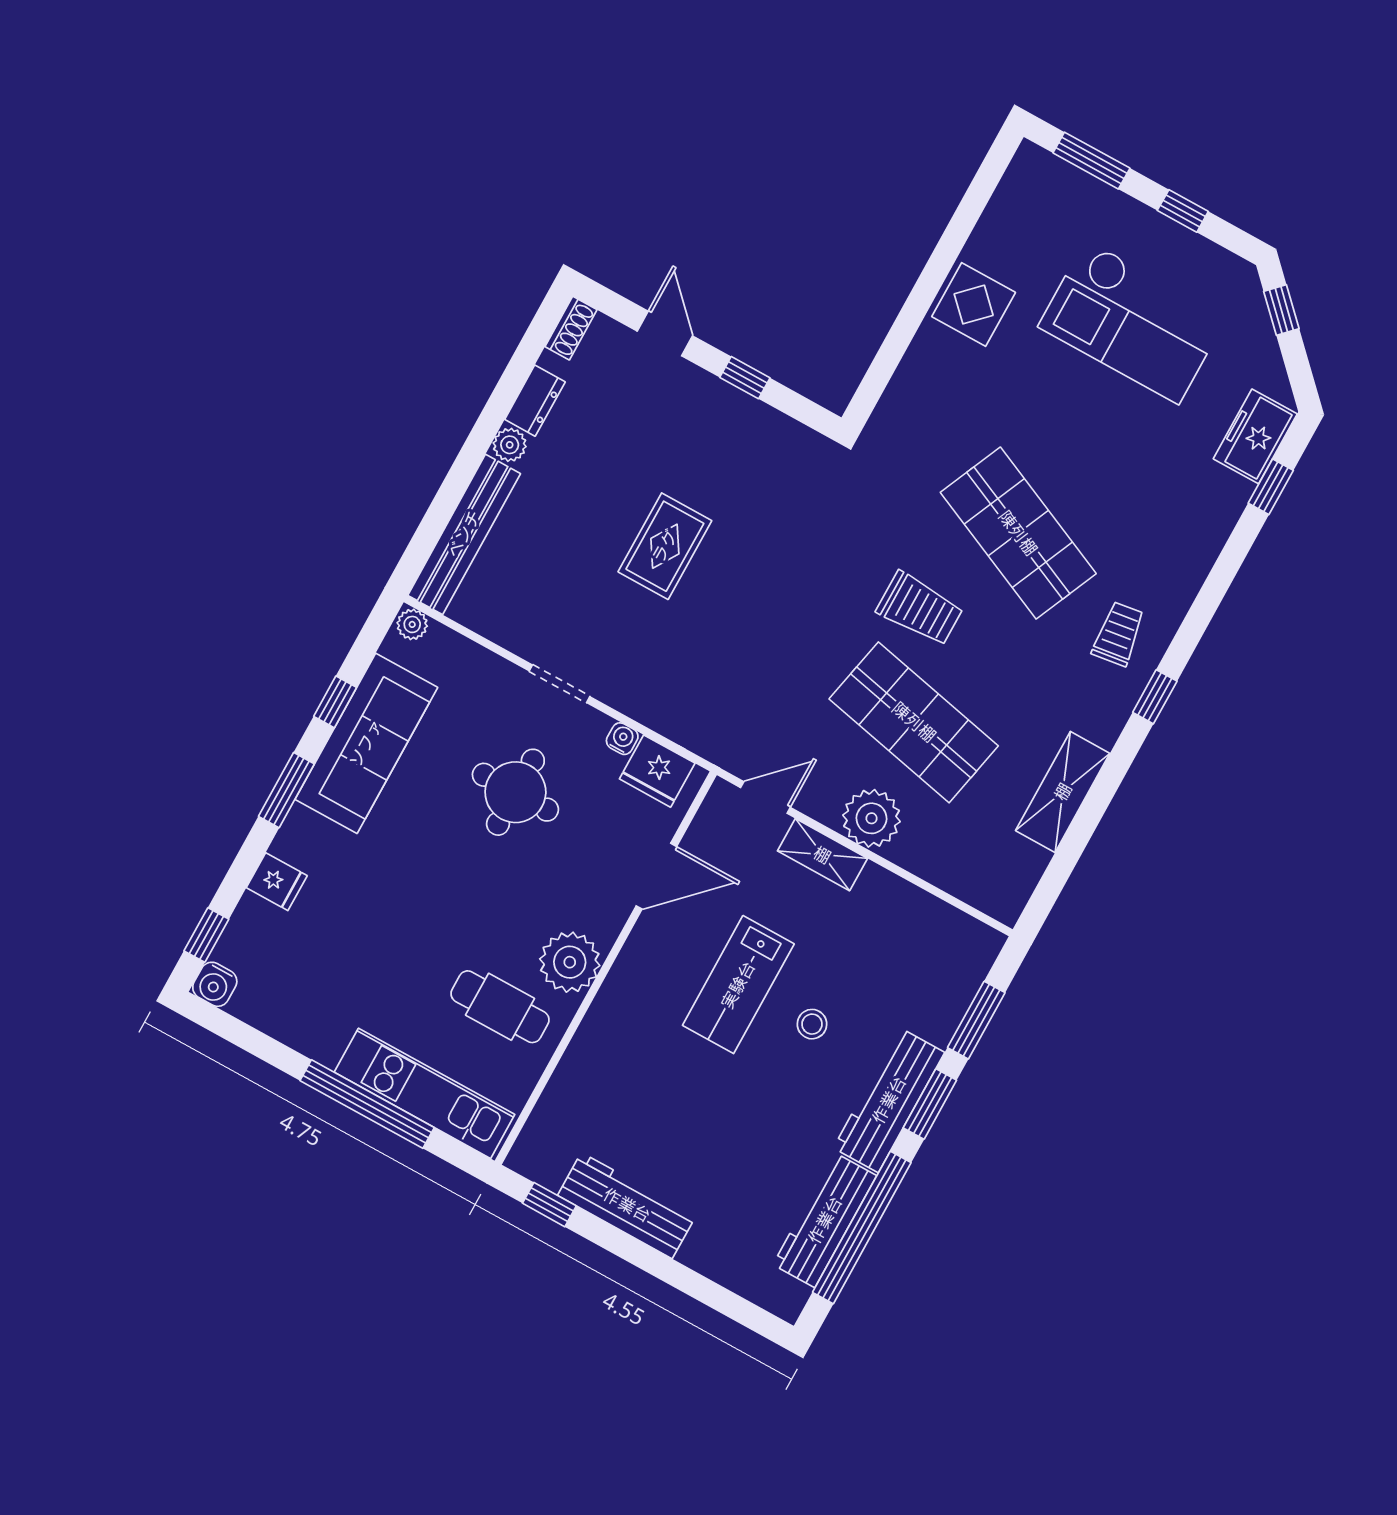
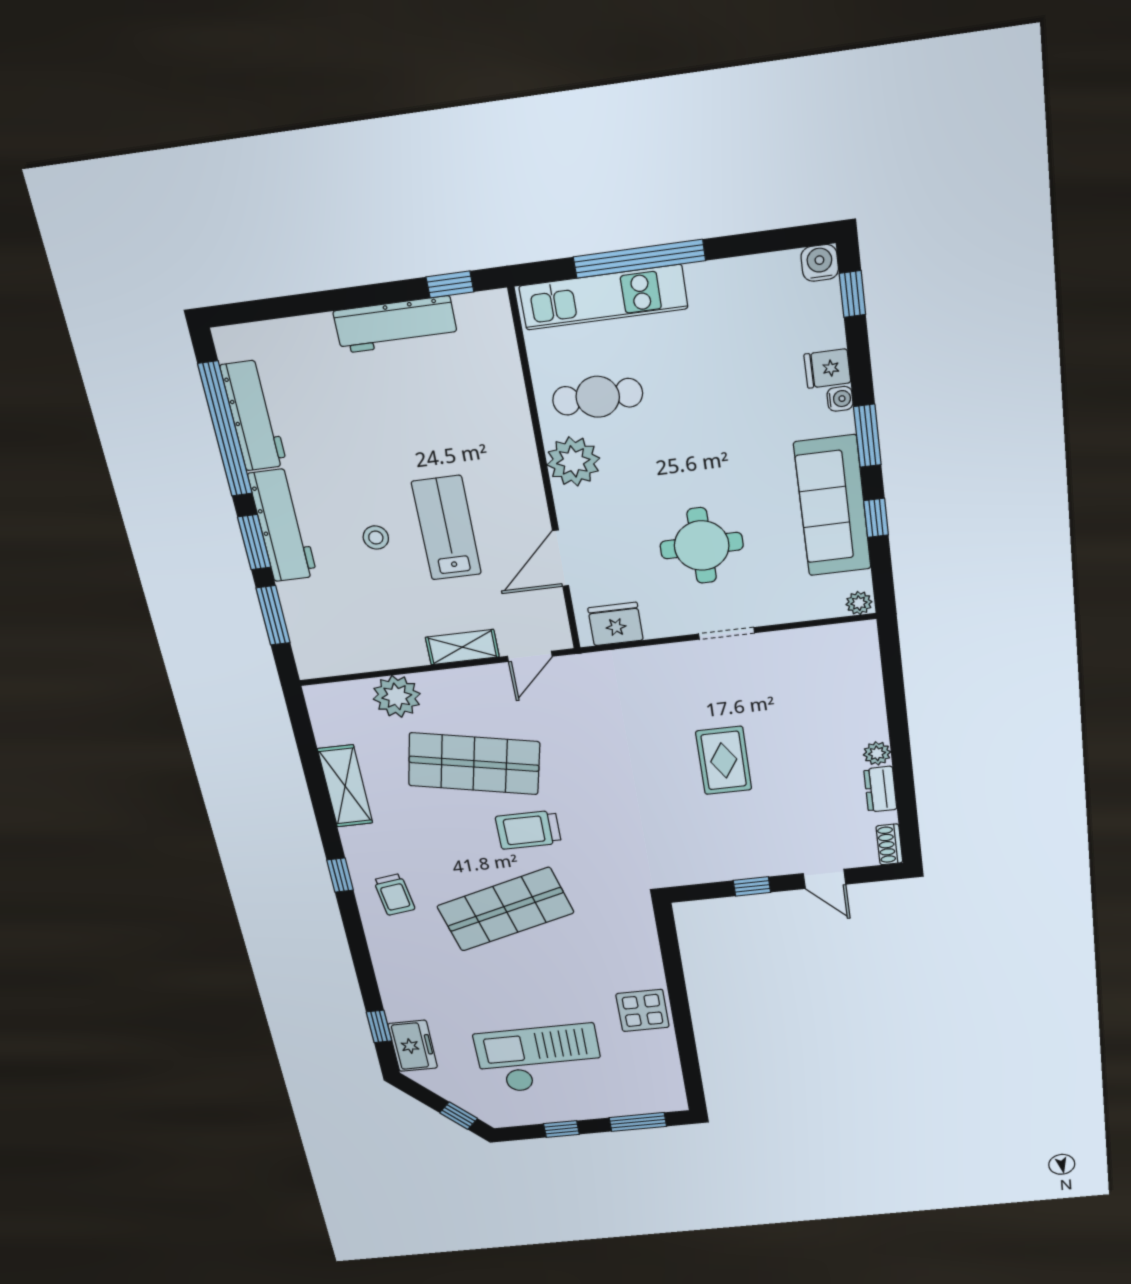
shop shelf: (1018, 533) -> (505, 909), turned -39
bench: (464, 534) -> (866, 681), removed
water cooler: (622, 739) -> (840, 399), moved, turned -90
plant: (872, 818) -> (397, 696), moved

